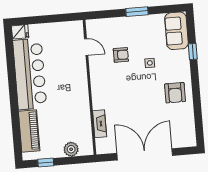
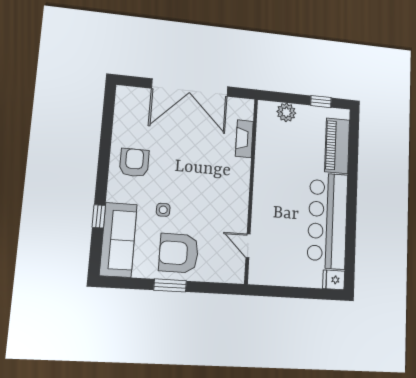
sofa: (176, 31) -> (118, 240), width x1.36
armchair: (121, 55) -> (179, 253), moved, width x1.88, depth x1.88

